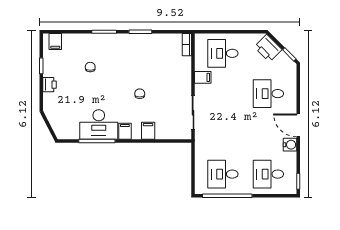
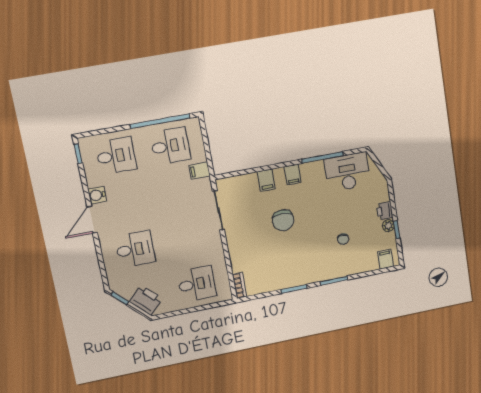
plant: (48, 71) -> (388, 226), added
filing cabinet: (203, 77) -> (199, 171), moved
chair: (140, 94) -> (283, 220), width x1.87, depth x1.87
desk: (99, 125) -> (347, 172), moved
door: (298, 125) -> (92, 219), swing flipped

